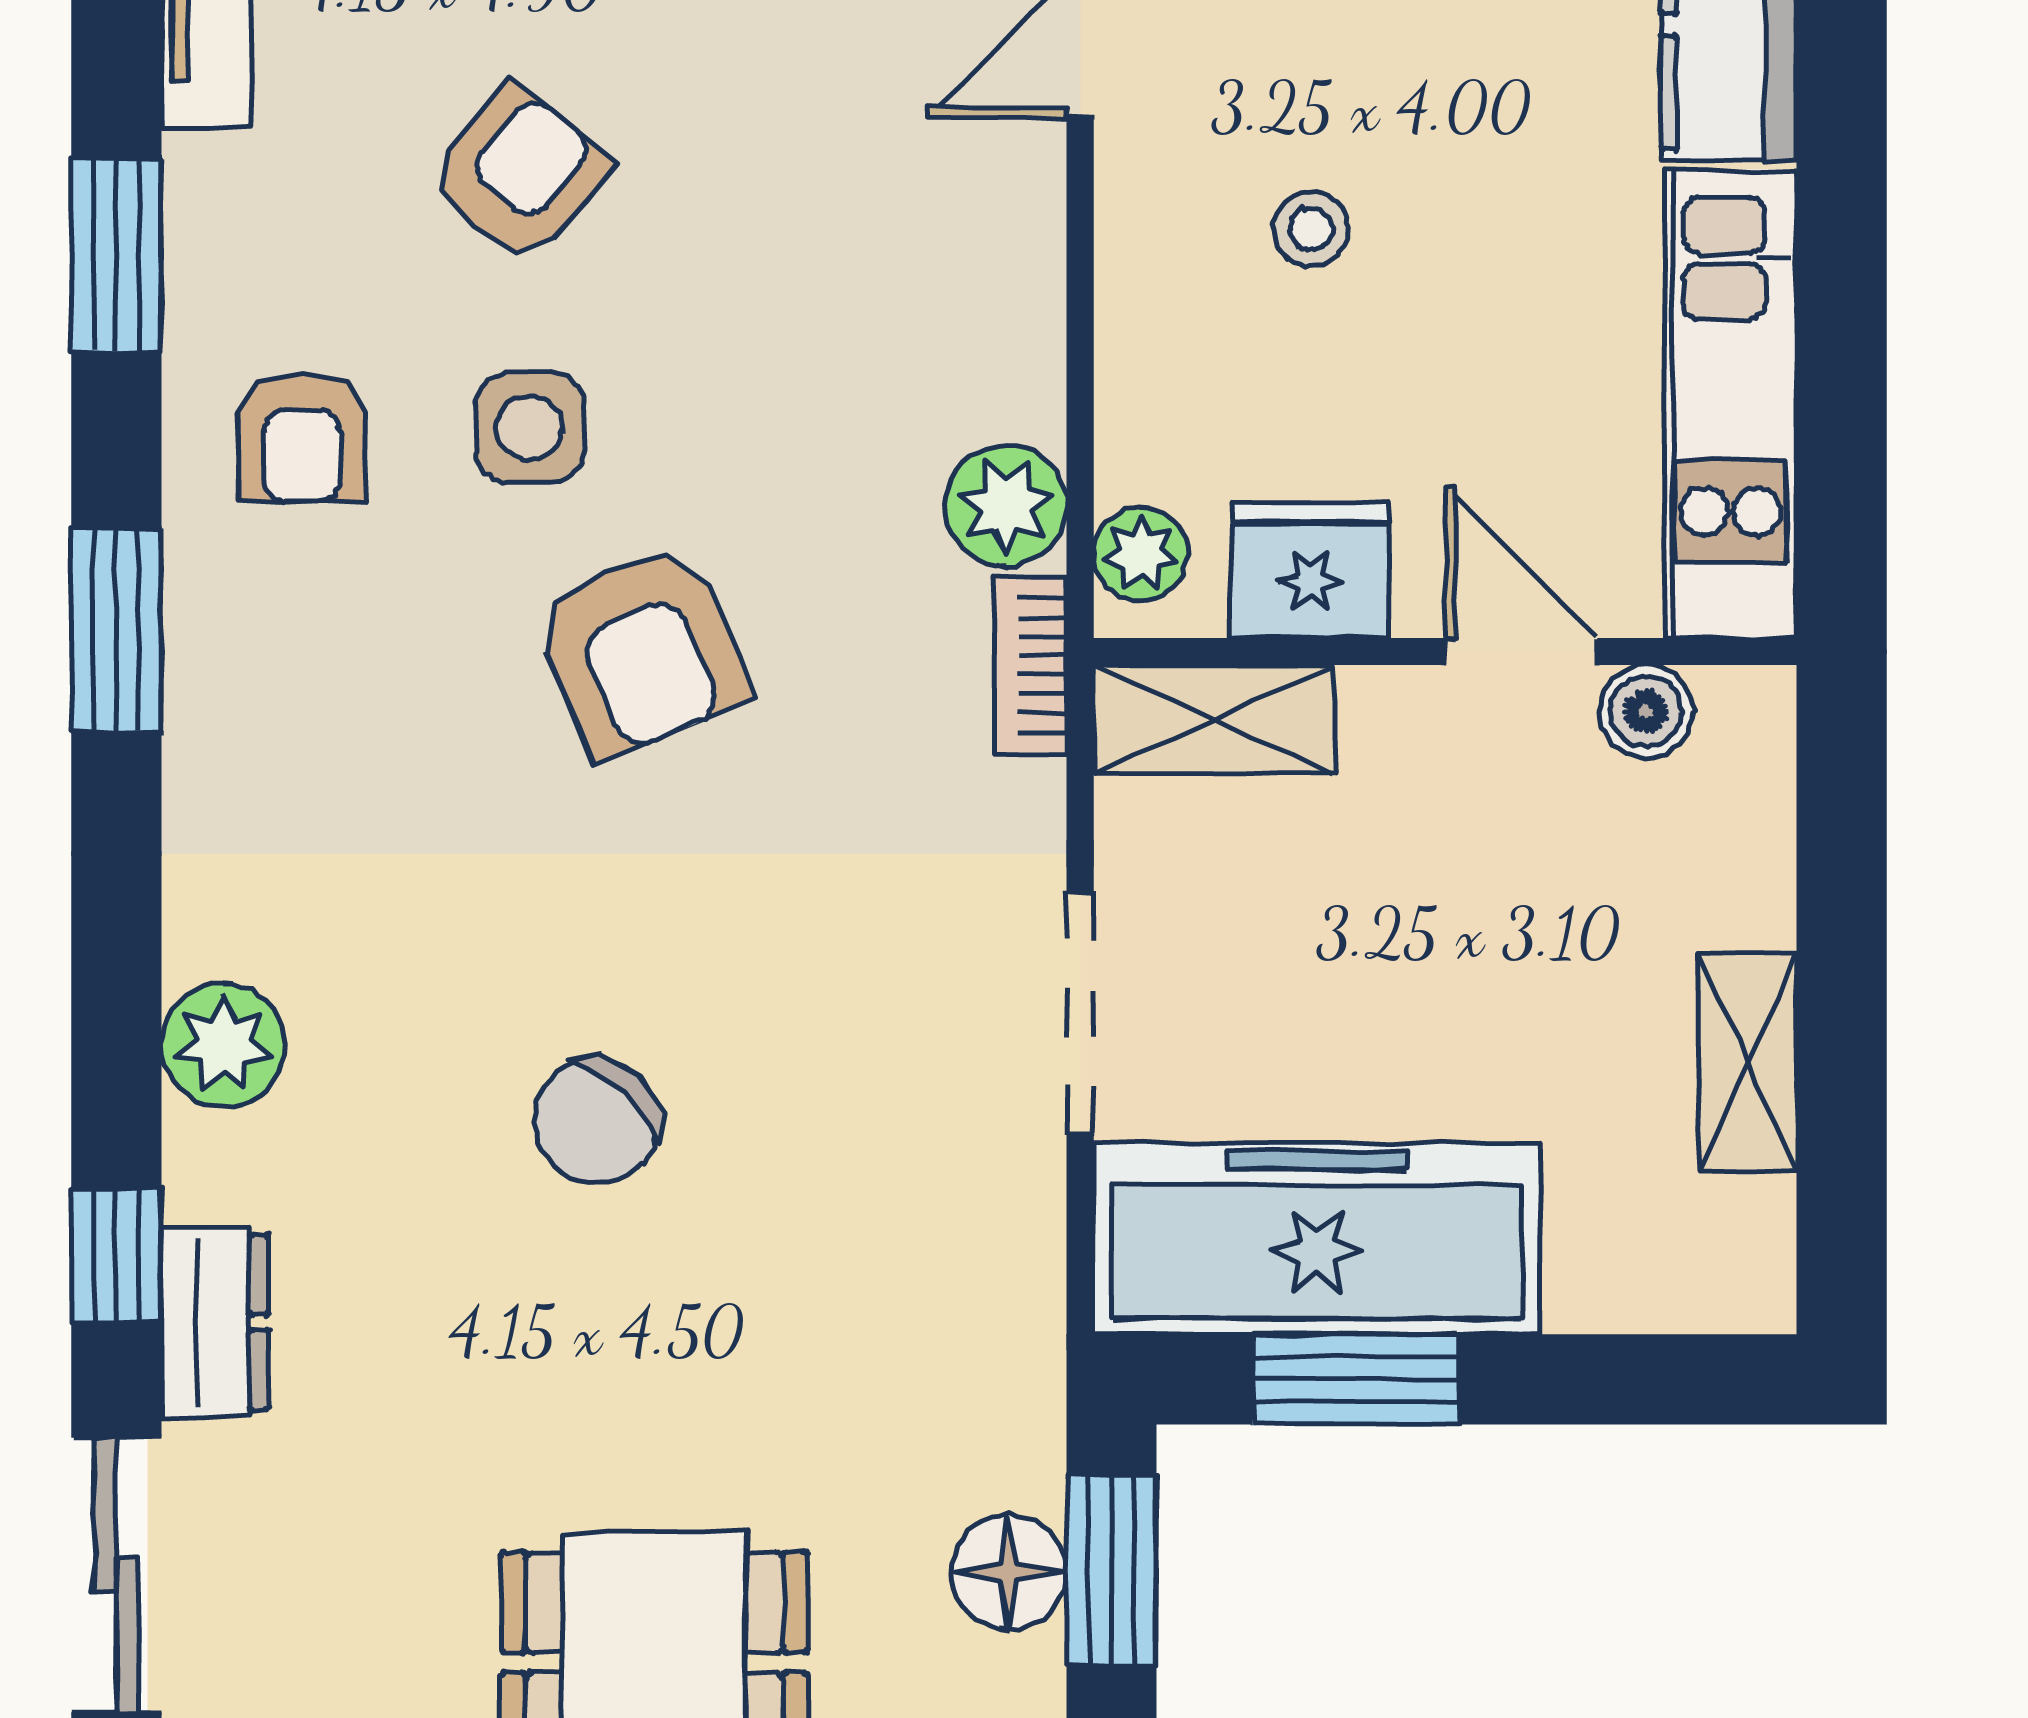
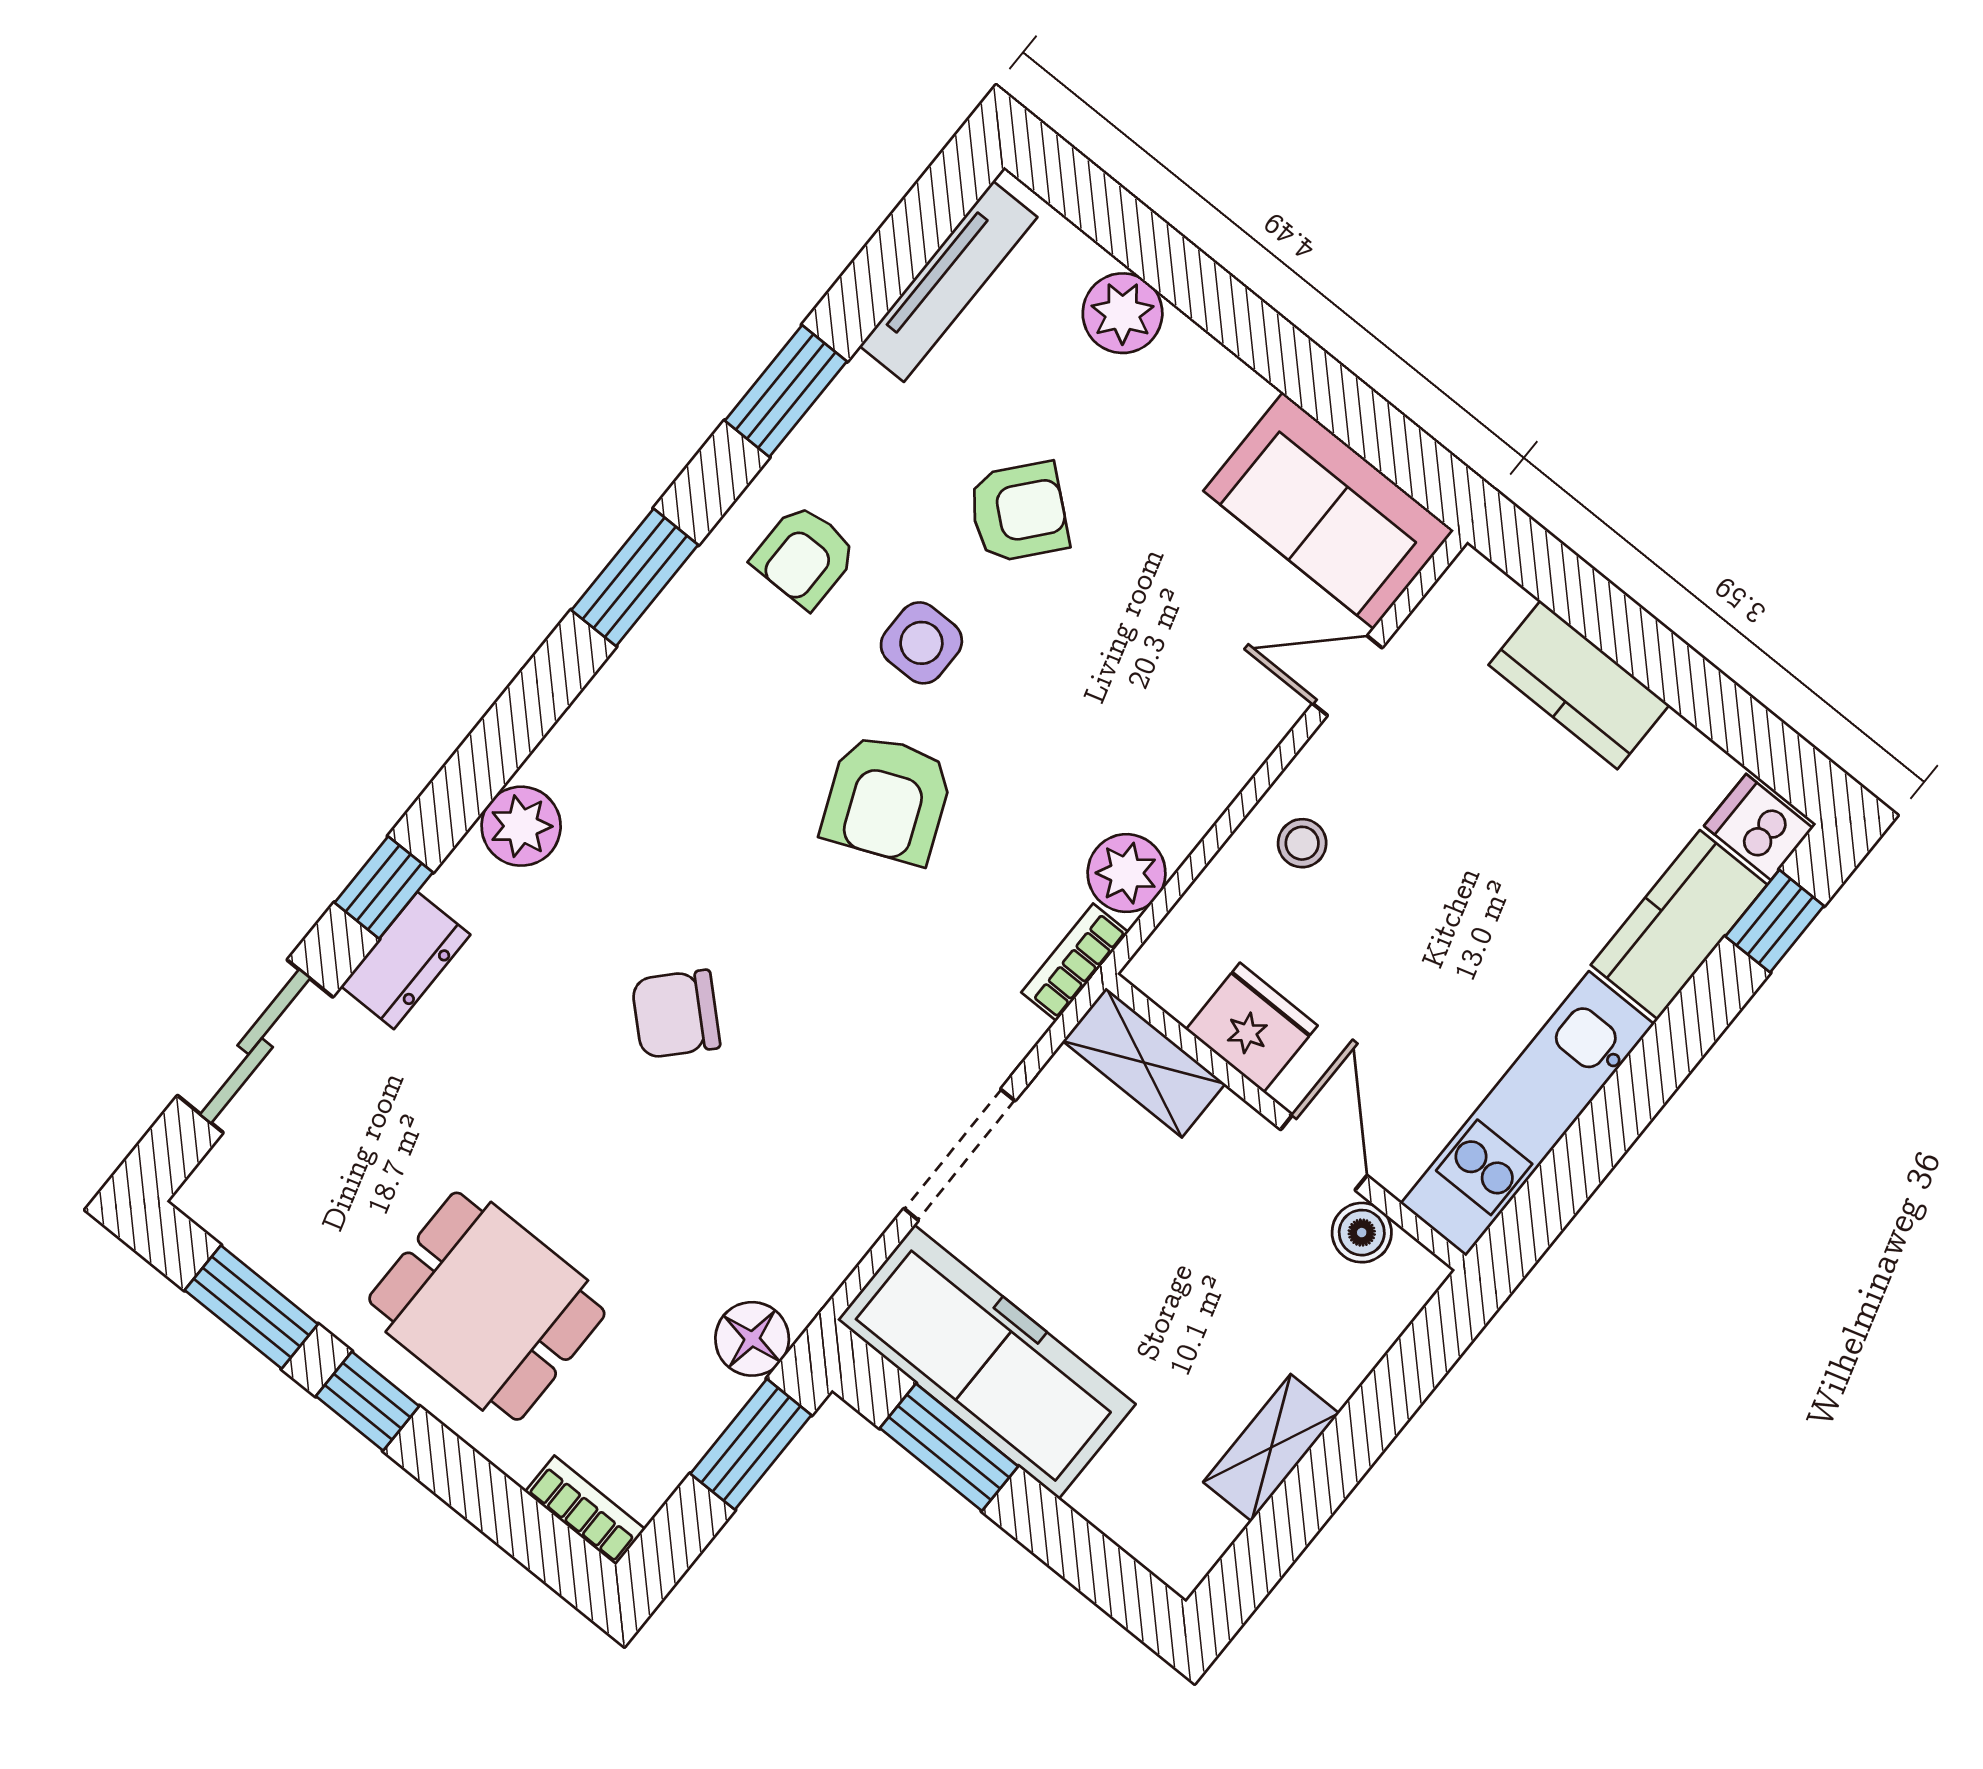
stool: (1311, 229) -> (1302, 843), moved
plant: (1141, 554) -> (1174, 951), removed
floor lamp: (1009, 1572) -> (752, 1339), moved

